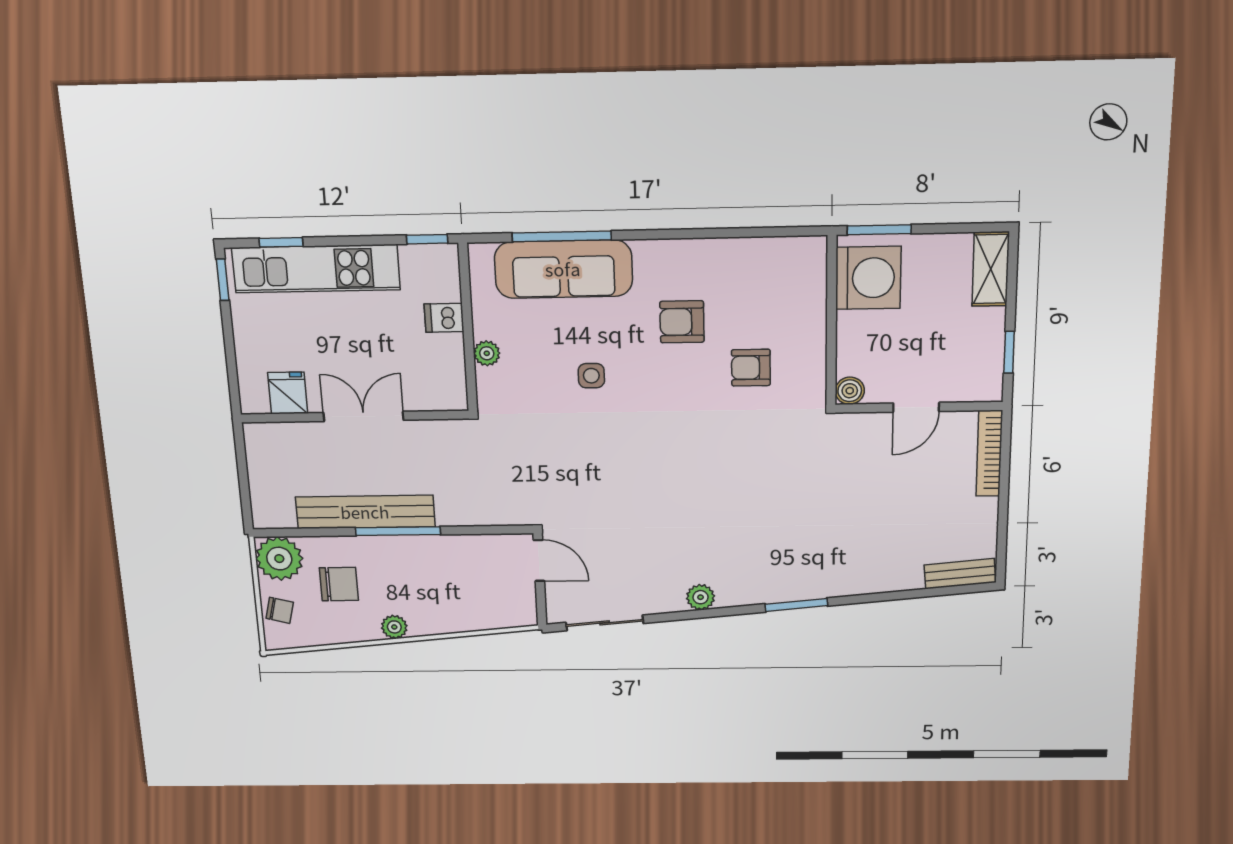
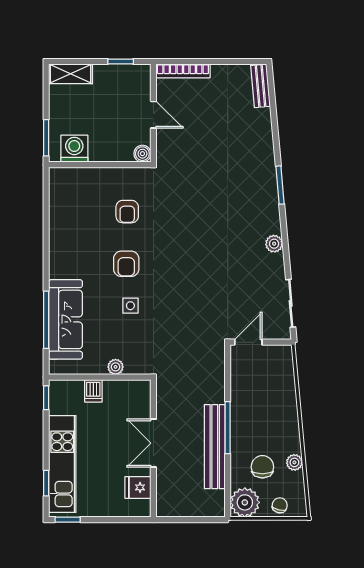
washing machine: (868, 278) -> (74, 149), width x0.73, depth x0.73
armchair: (682, 322) -> (126, 264), moved
plant: (394, 627) -> (294, 462), moved

